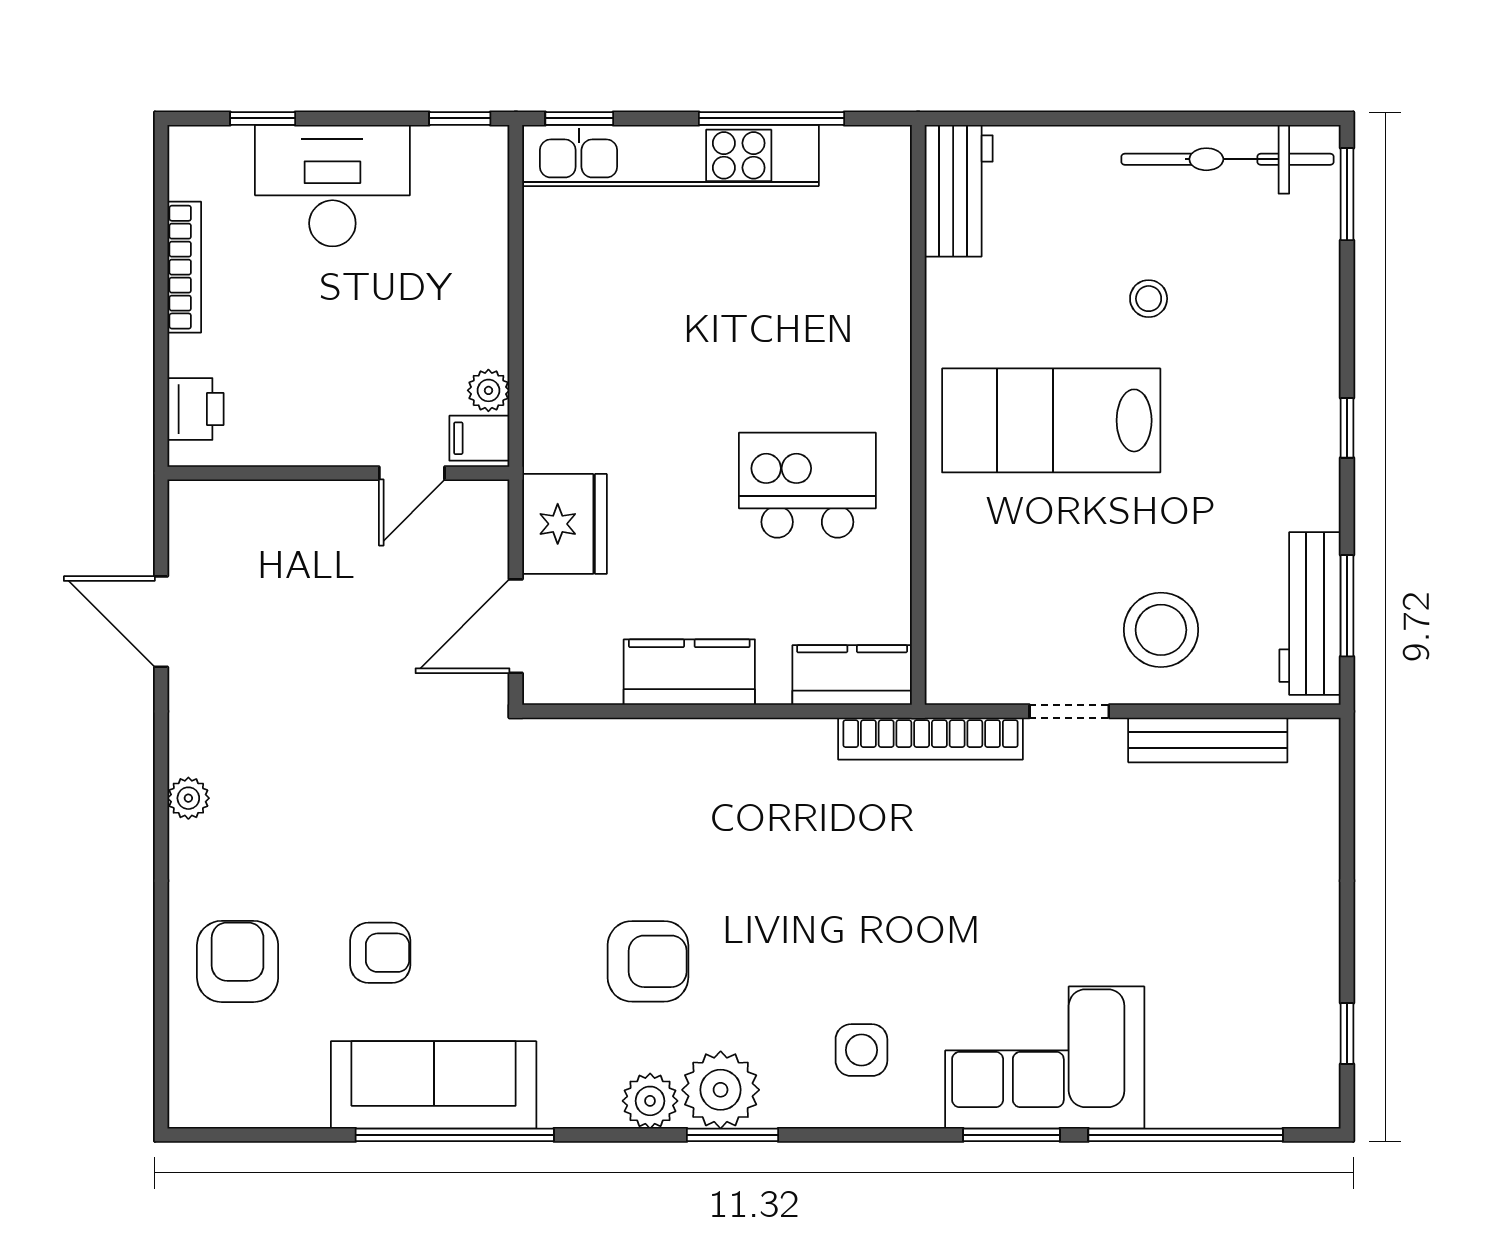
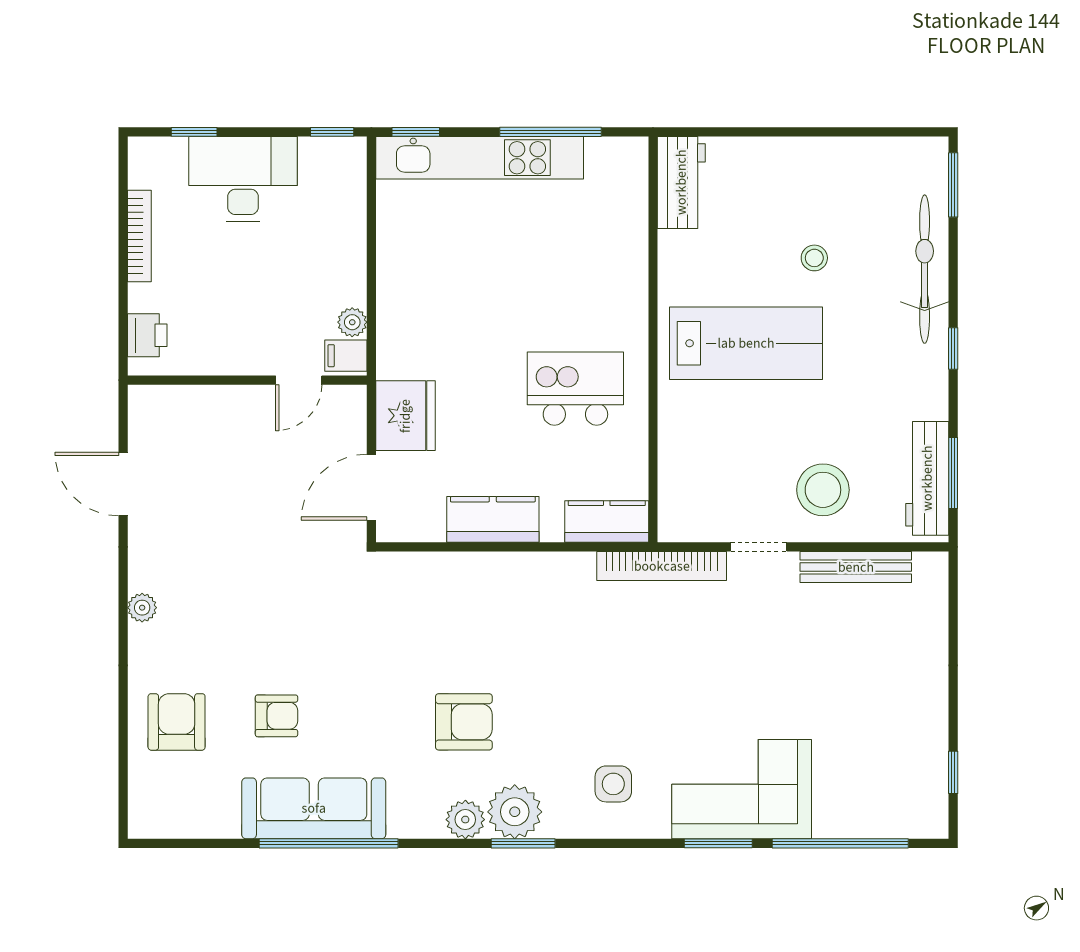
bicycle: (1228, 159) -> (925, 269), moved, turned 90
lab bench: (1051, 420) -> (746, 343), turned 180

